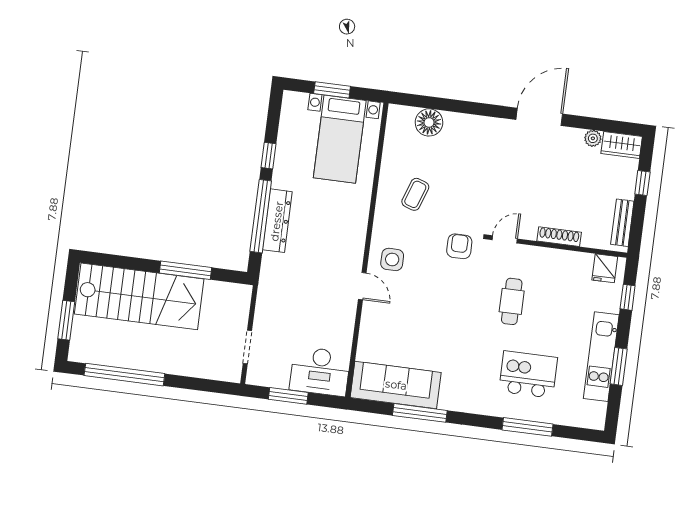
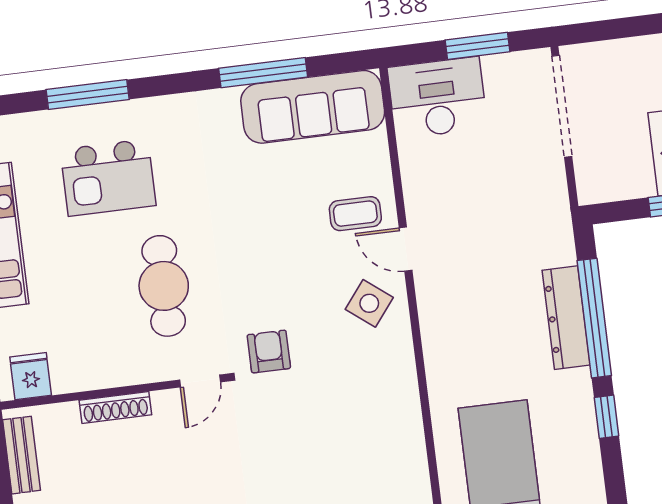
coffee table: (415, 194) -> (355, 214), moved, turned 71
armchair: (459, 246) -> (269, 352), turned 180
side table: (392, 259) -> (369, 303), turned 38
cafe table: (512, 301) -> (164, 286), width x1.37, depth x1.35
doorway: (247, 347) -> (562, 106), width x1.87

